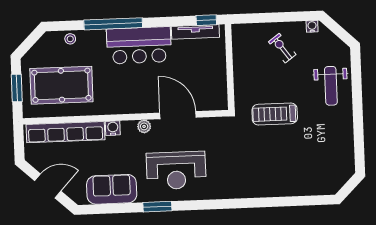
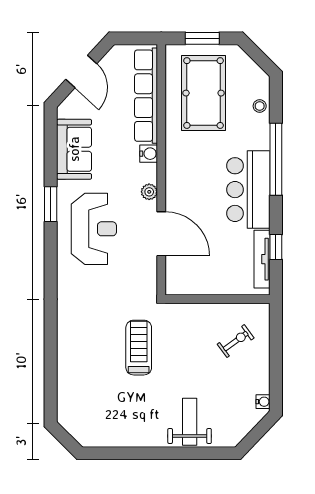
window: (206, 20) -> (276, 247), moved
exercise bike: (282, 48) -> (236, 341), moved
weight bench: (331, 86) -> (190, 422), turned 90
treadmill: (275, 114) -> (139, 348), moved
door: (178, 115) -> (161, 234), hinge flipped
reception desk: (176, 170) -> (94, 229), turned 180

